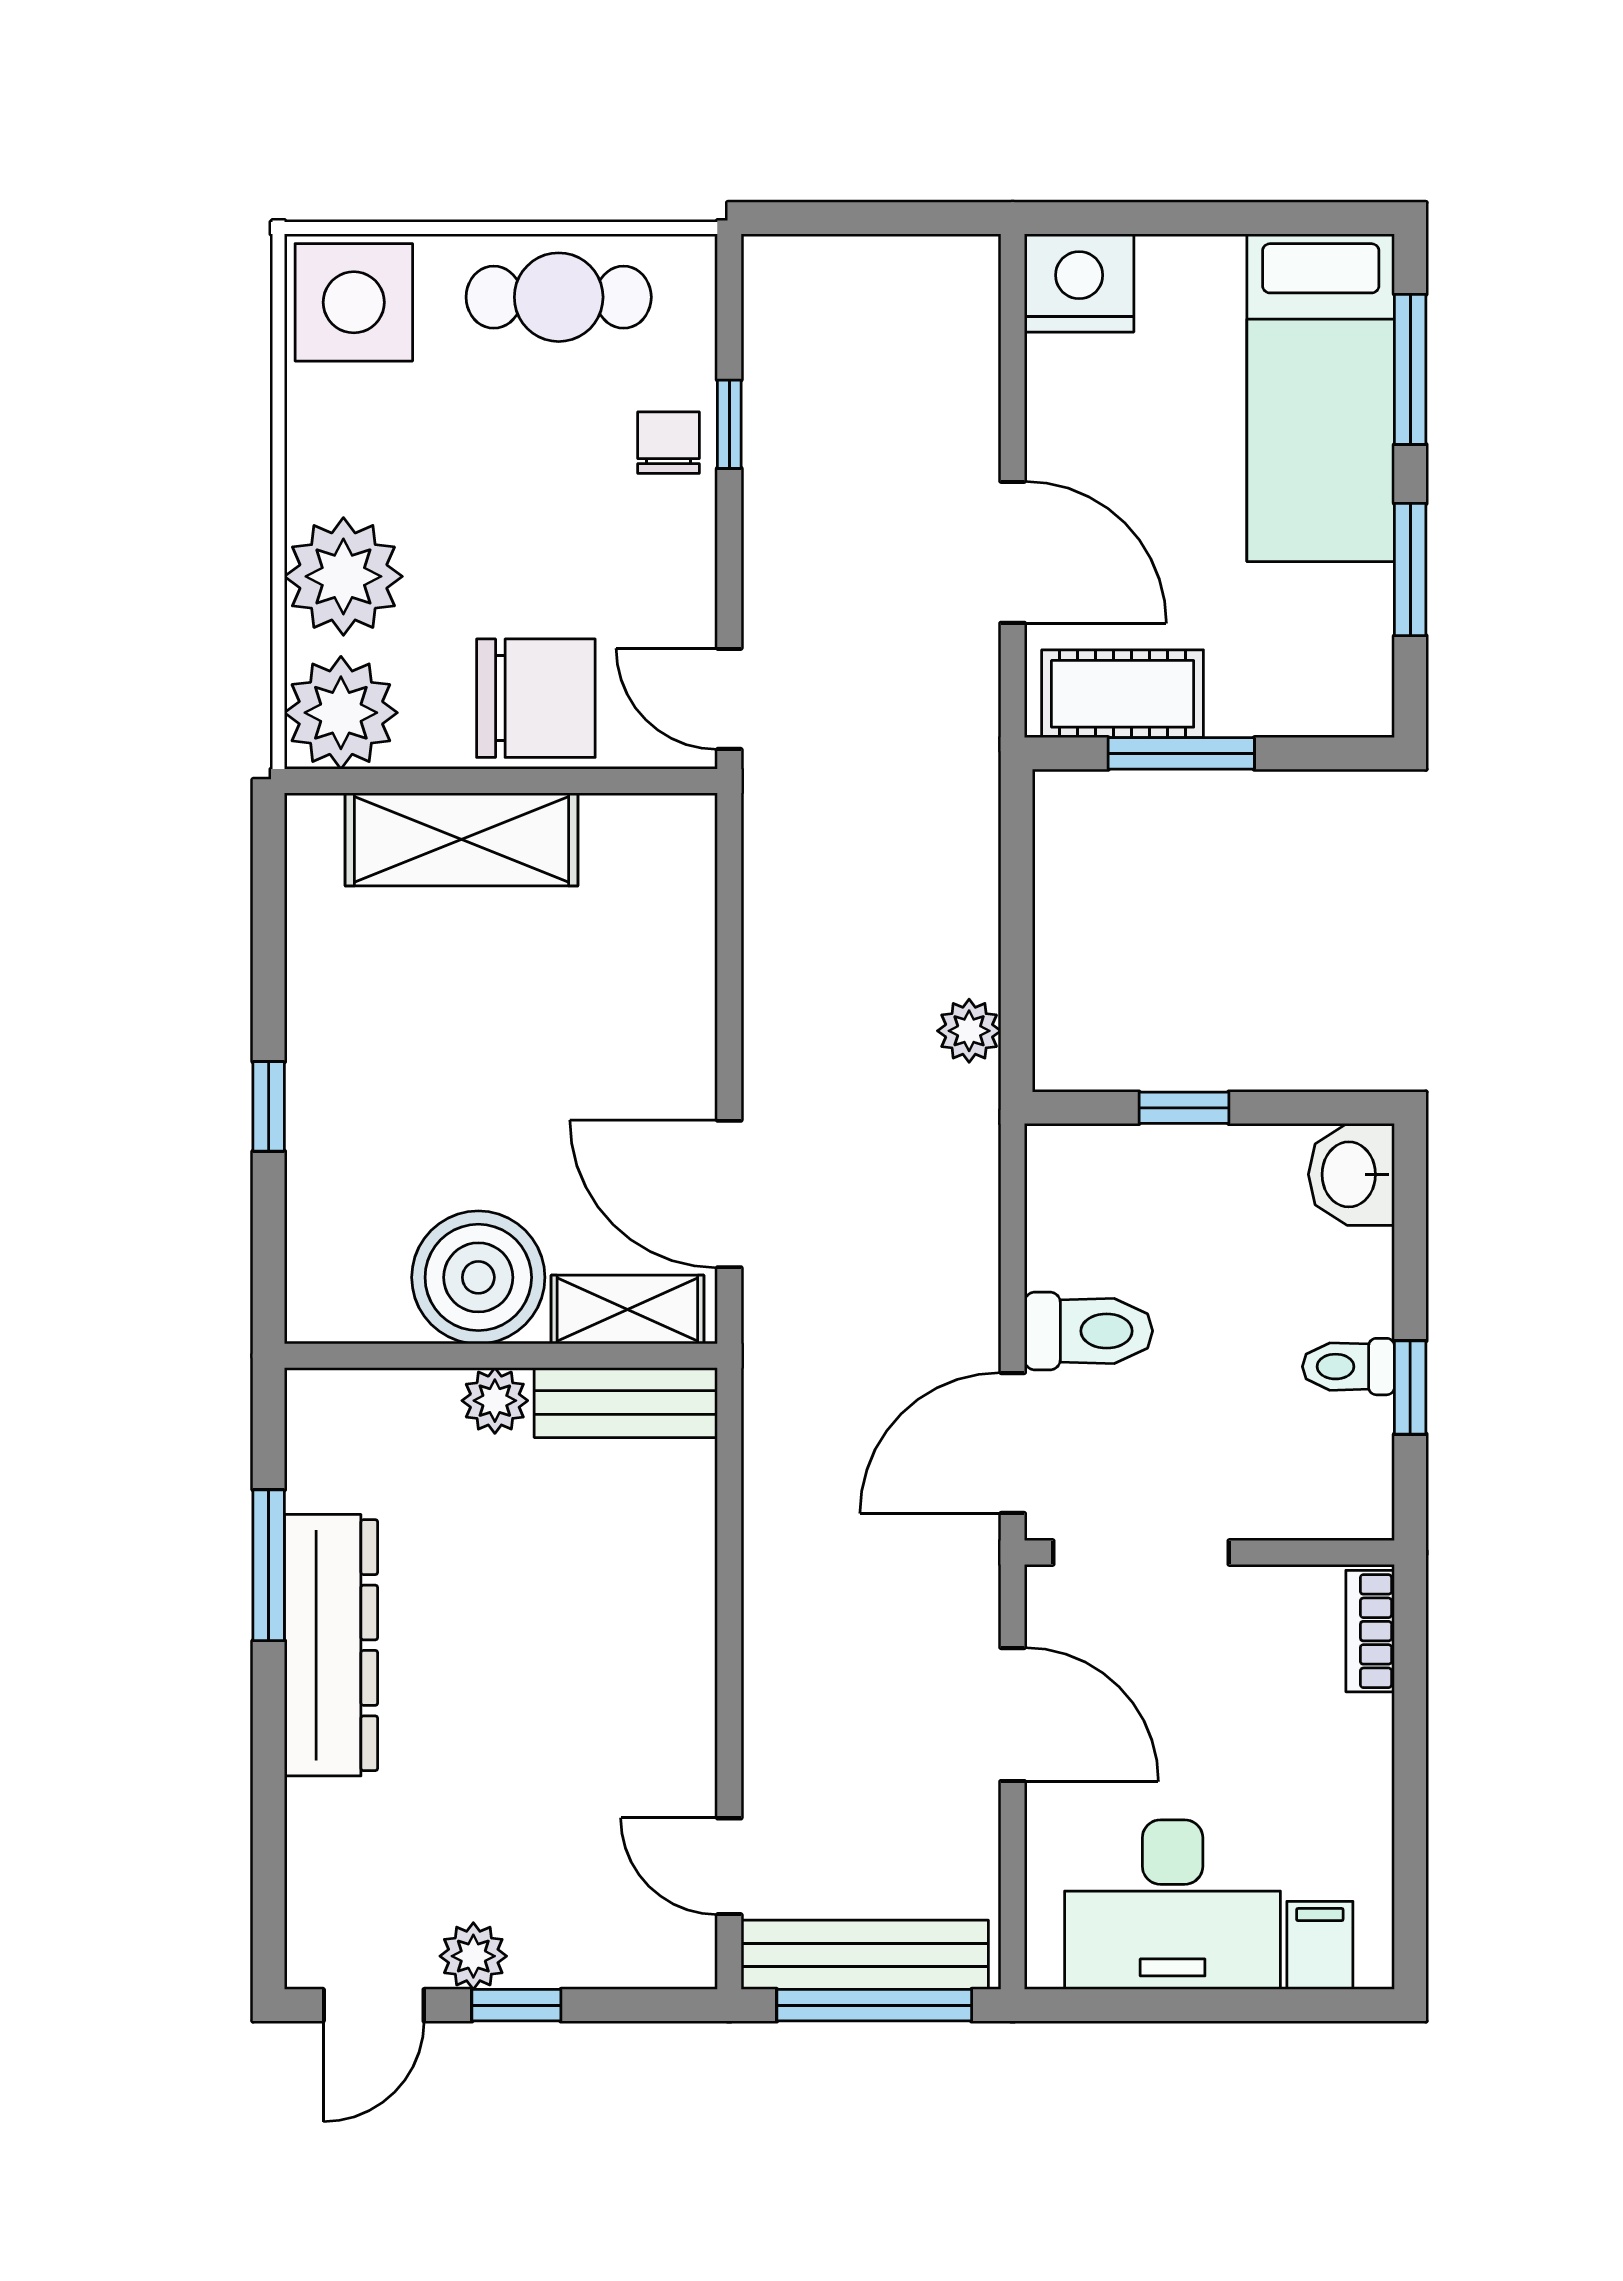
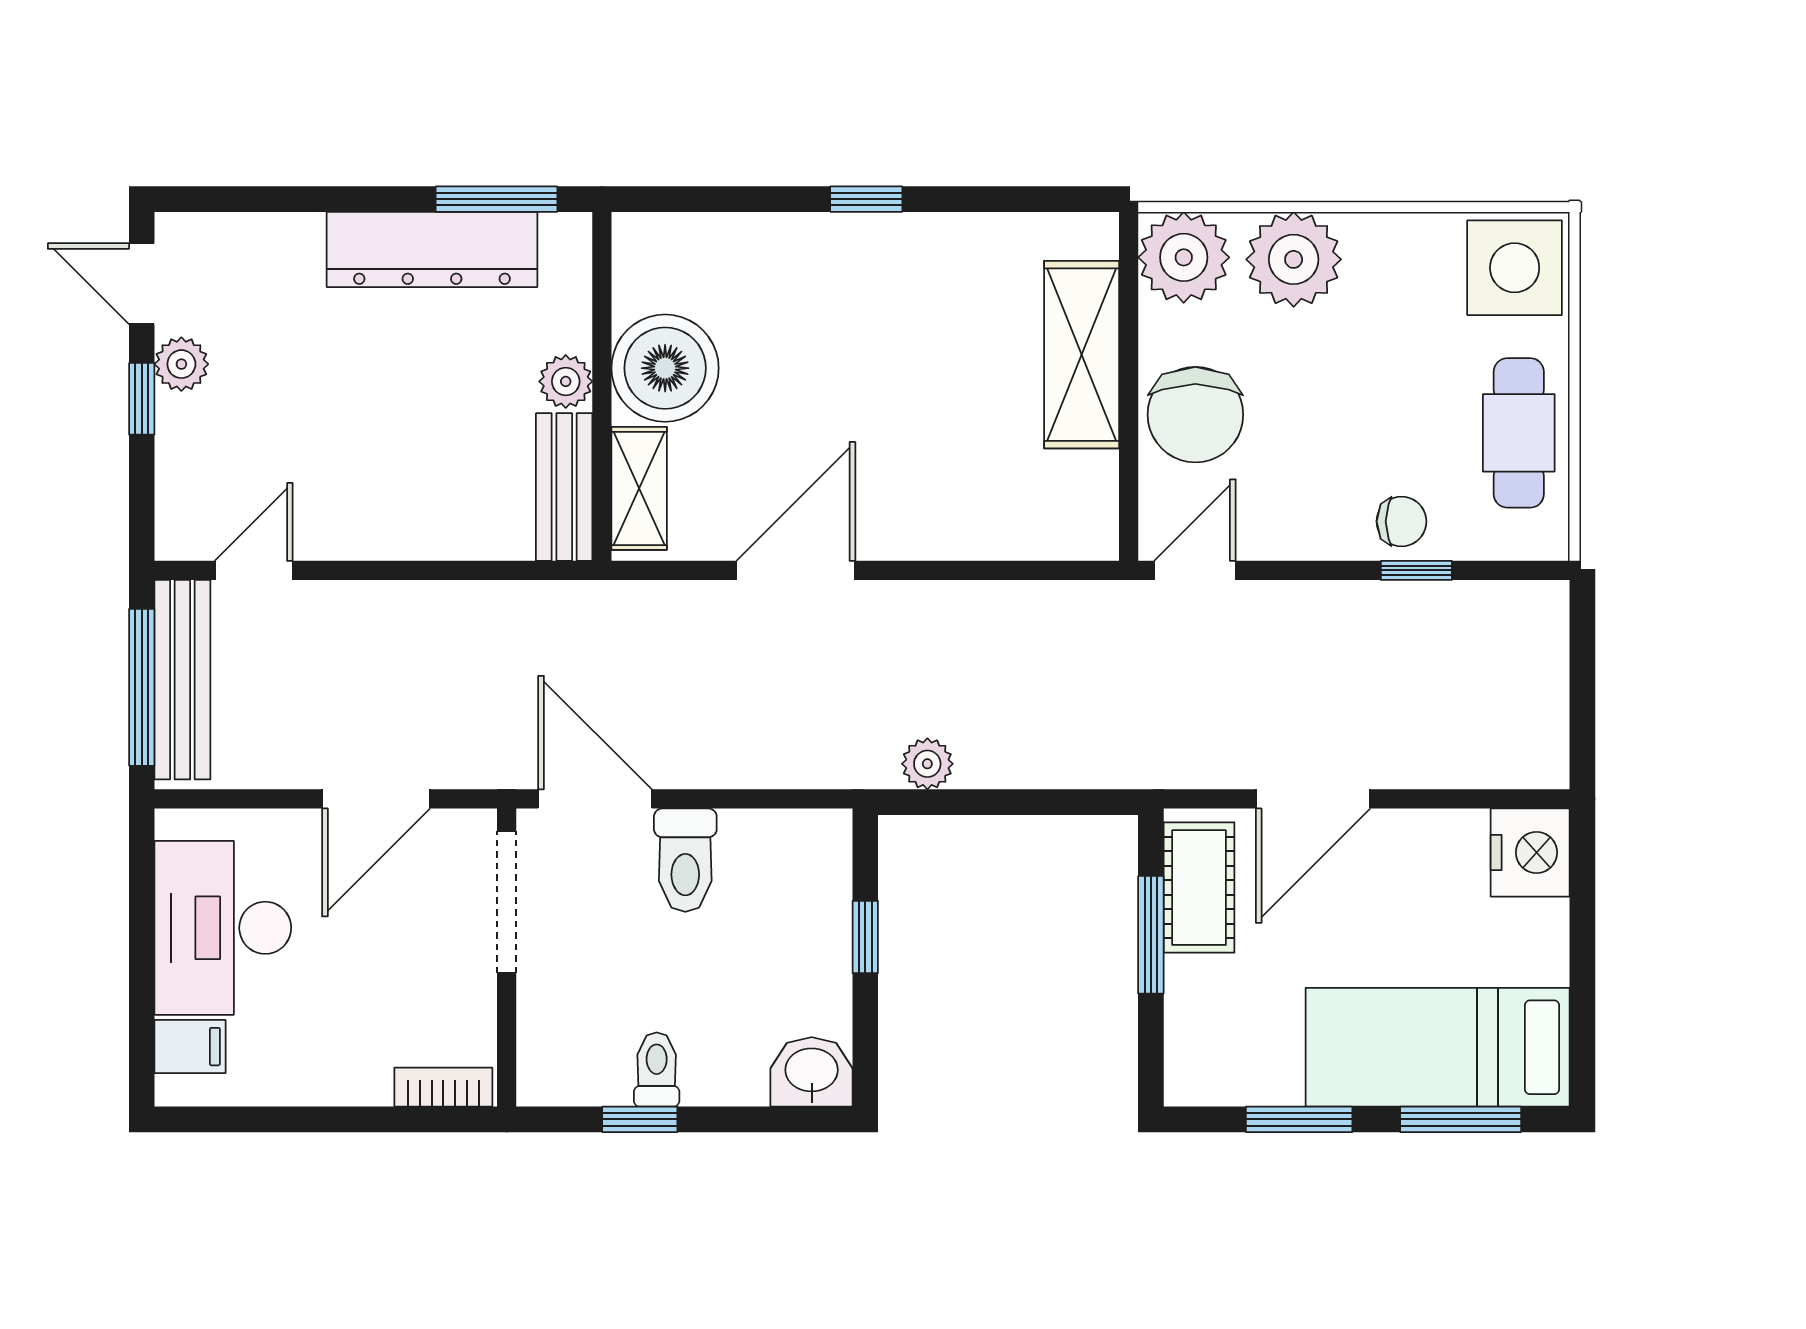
boiler: (478, 1277) -> (665, 368), moved
shelving: (627, 1310) -> (639, 488), moved
wall: (501, 1356) -> (602, 386), moved
plant: (495, 1401) -> (566, 381), moved
bench: (626, 1403) -> (564, 487), moved

